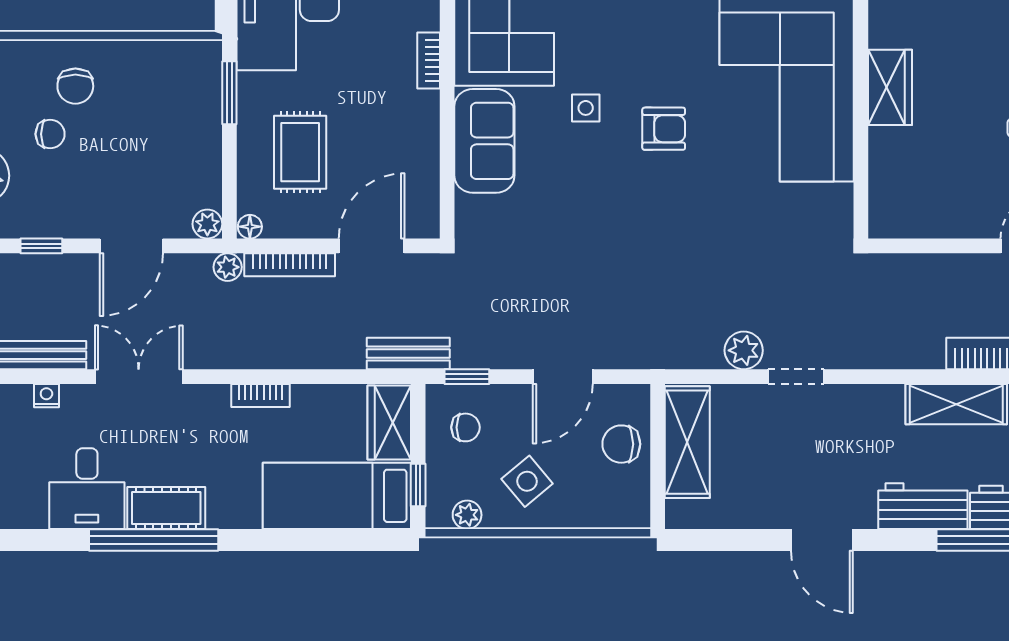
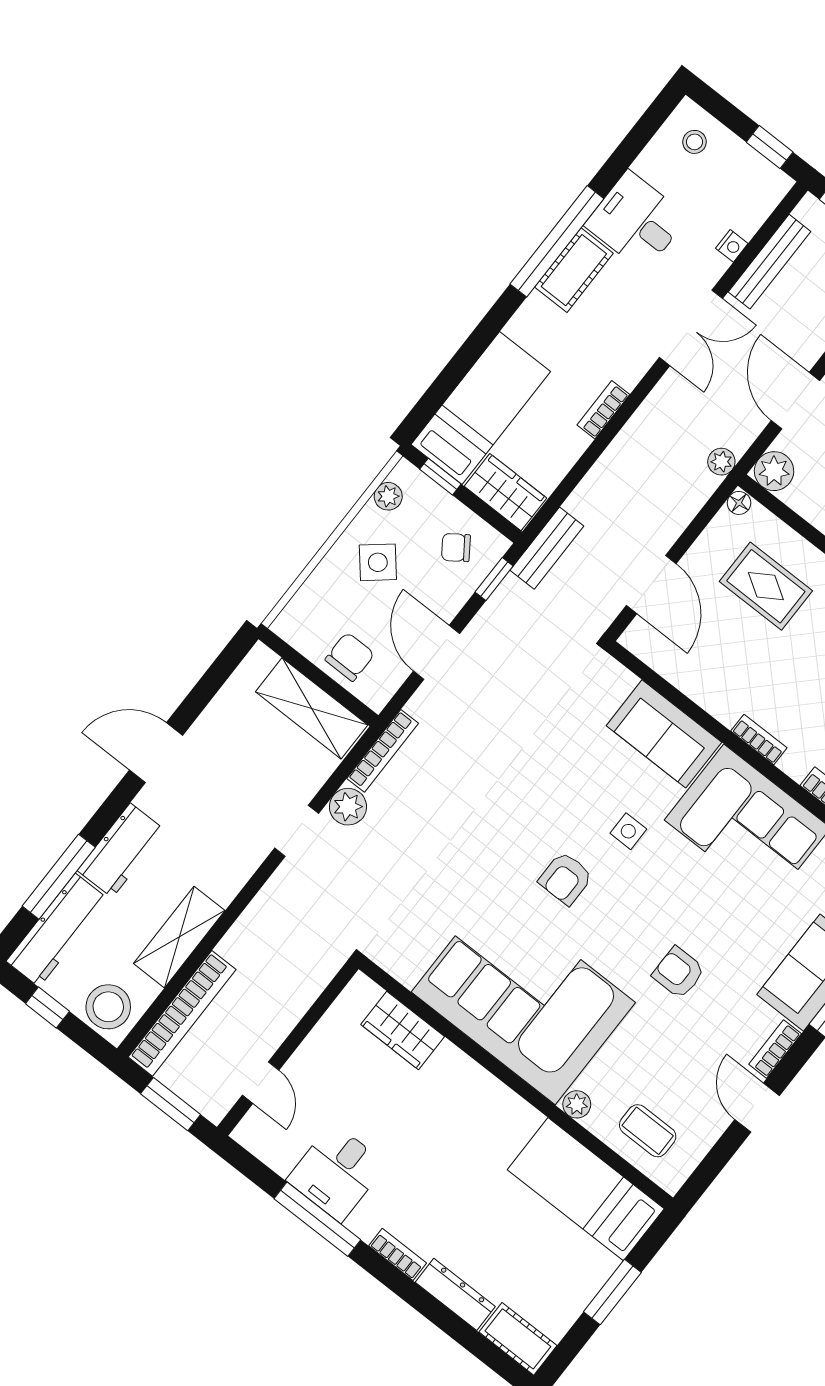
wardrobe: (890, 87) -> (403, 1030), moved
plant: (207, 224) -> (774, 471), width x1.38, depth x1.38
bookcase: (290, 265) -> (383, 751), moved, turned 180
chair: (465, 427) -> (456, 548), turned 55

